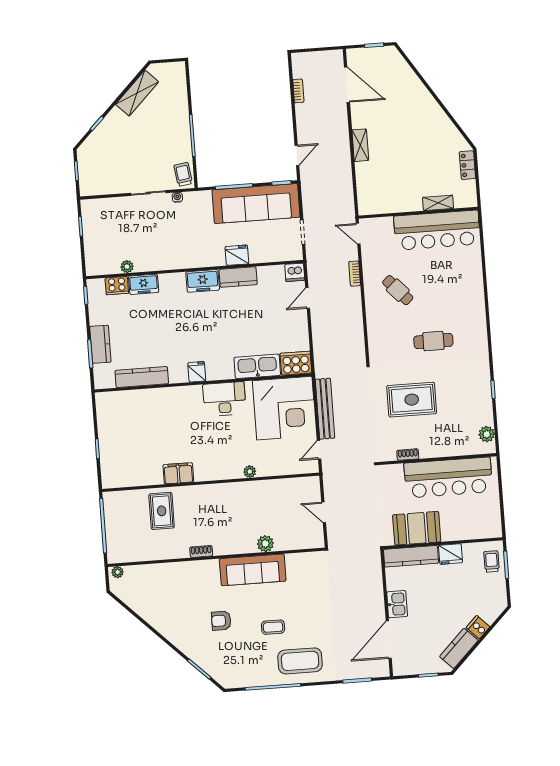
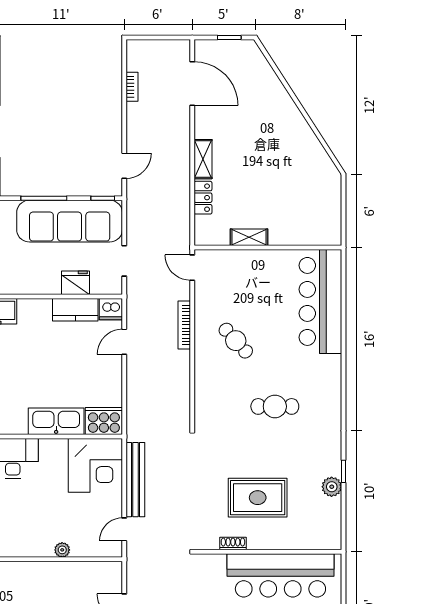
locker: (467, 165) -> (203, 198), moved, turned 180
shelving: (438, 203) -> (249, 237), moved
bar counter: (437, 230) -> (320, 301), moved, turned 90
fridge: (237, 255) -> (76, 283), moved
bookcase: (355, 274) -> (184, 325), width x1.56
kitchen counter: (238, 277) -> (75, 310), moved
rug: (412, 400) -> (258, 498), moved
corner desk: (284, 408) -> (95, 465), width x0.74, depth x0.74
plant: (487, 434) -> (332, 487), moved
plant: (250, 472) -> (62, 550), moved

